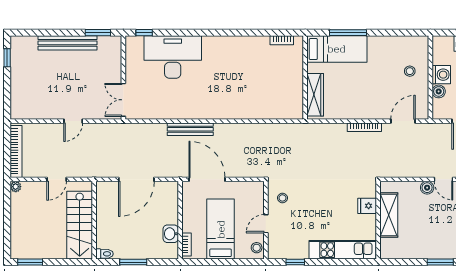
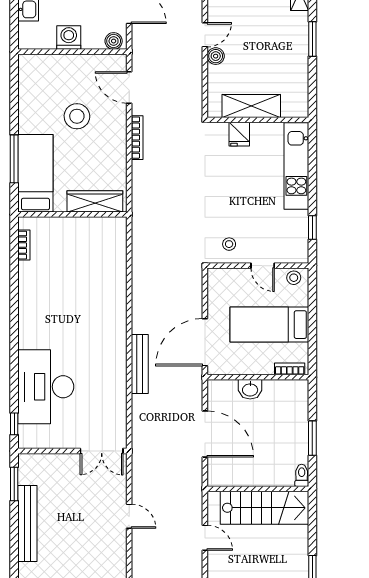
stool: (410, 71) -> (77, 116), moved, width x1.89, depth x1.89
boiler: (439, 91) -> (114, 41), moved
washbasin: (171, 234) -> (250, 389), moved

